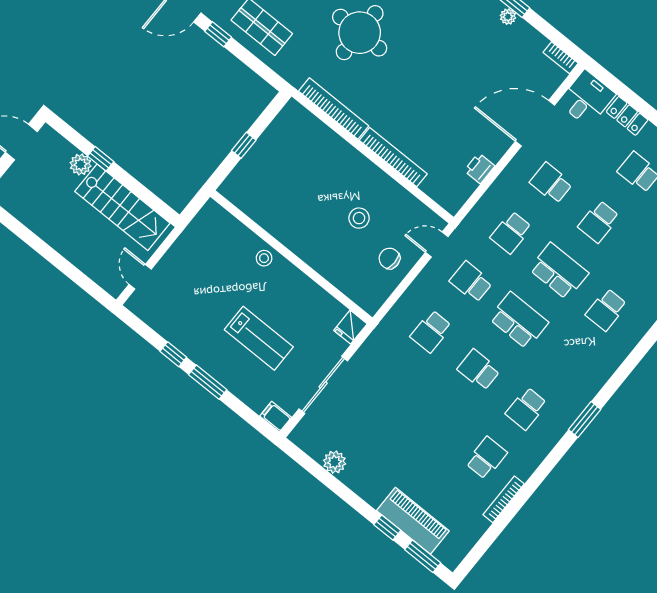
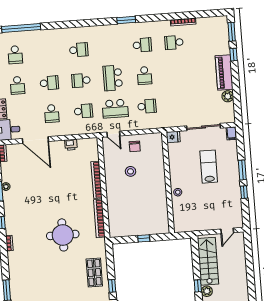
school desk: (559, 271) -> (81, 80), width x0.54
school desk: (471, 282) -> (115, 109), width x1.85
piano: (413, 521) -> (224, 73), moved

